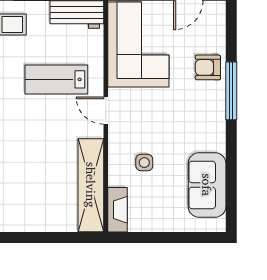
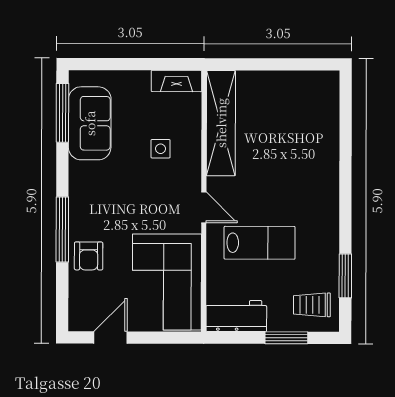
armchair: (208, 67) -> (89, 256), turned 90
window: (231, 194) -> (62, 113), added
fireplace: (117, 210) -> (176, 81), moved, turned -90

